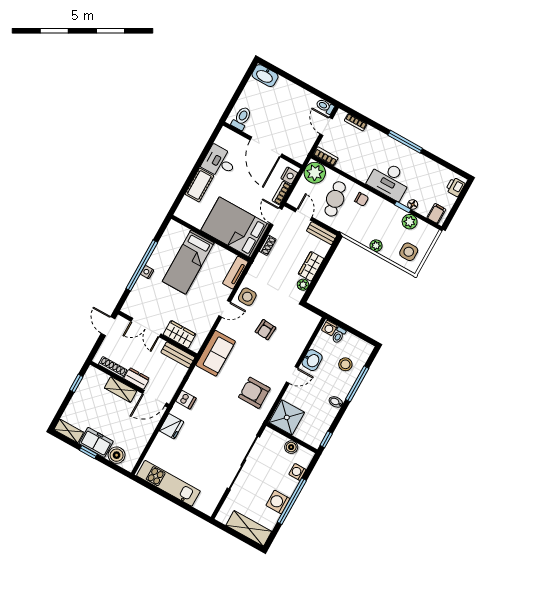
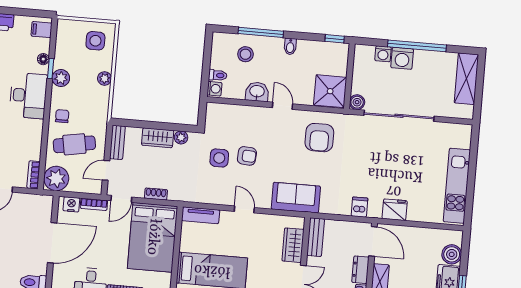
plant: (410, 222) -> (61, 78), moved
side table: (247, 297) -> (219, 158), moved
boiler: (291, 447) -> (357, 102), moved
washing machine: (278, 502) -> (402, 58), moved

